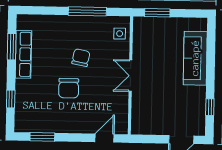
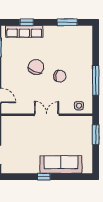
row of seats: (23, 54) -> (24, 32), moved
chair: (69, 88) -> (36, 67), turned 112
window: (210, 107) -> (44, 177), moved

